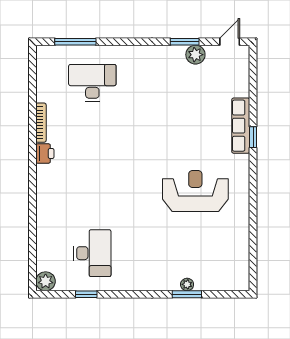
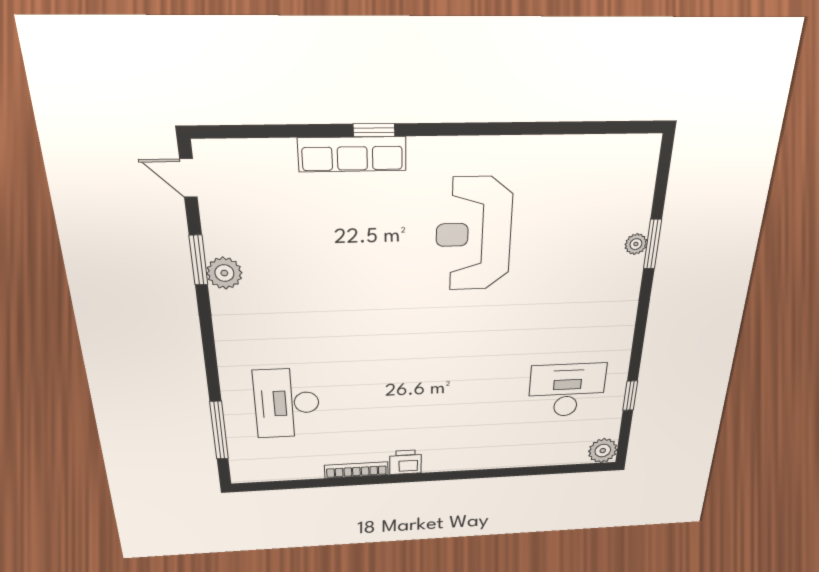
plant: (195, 55) -> (224, 273), moved

